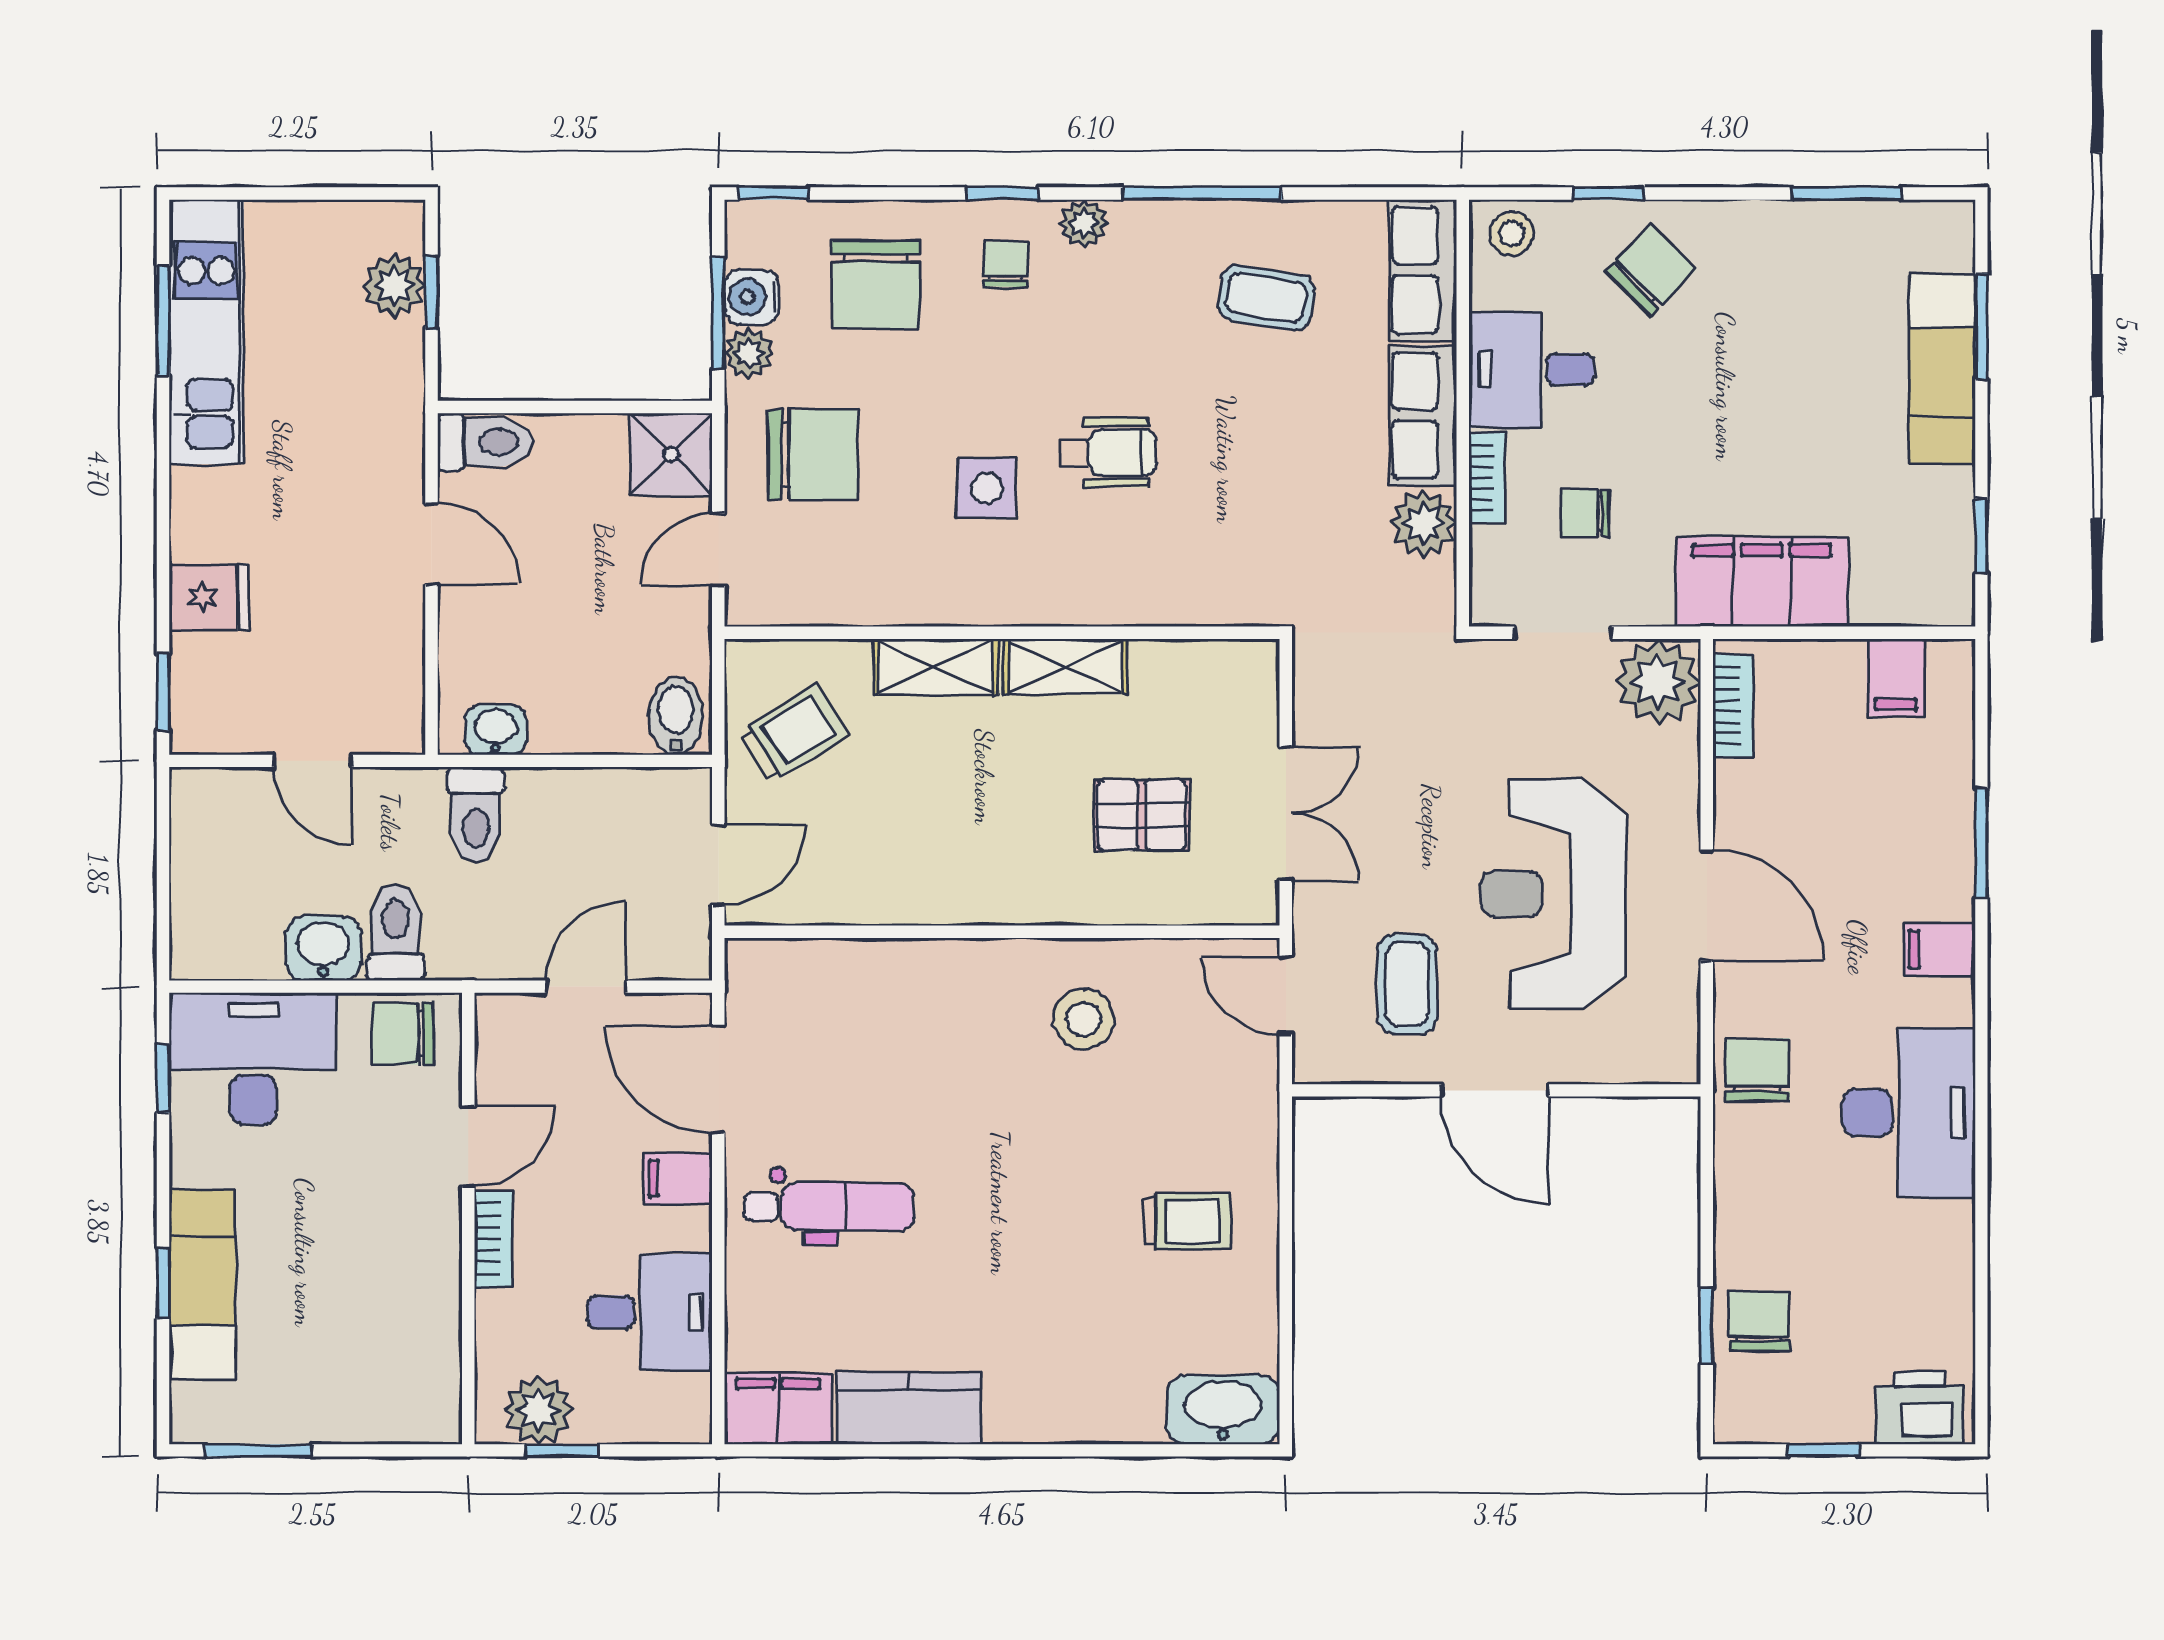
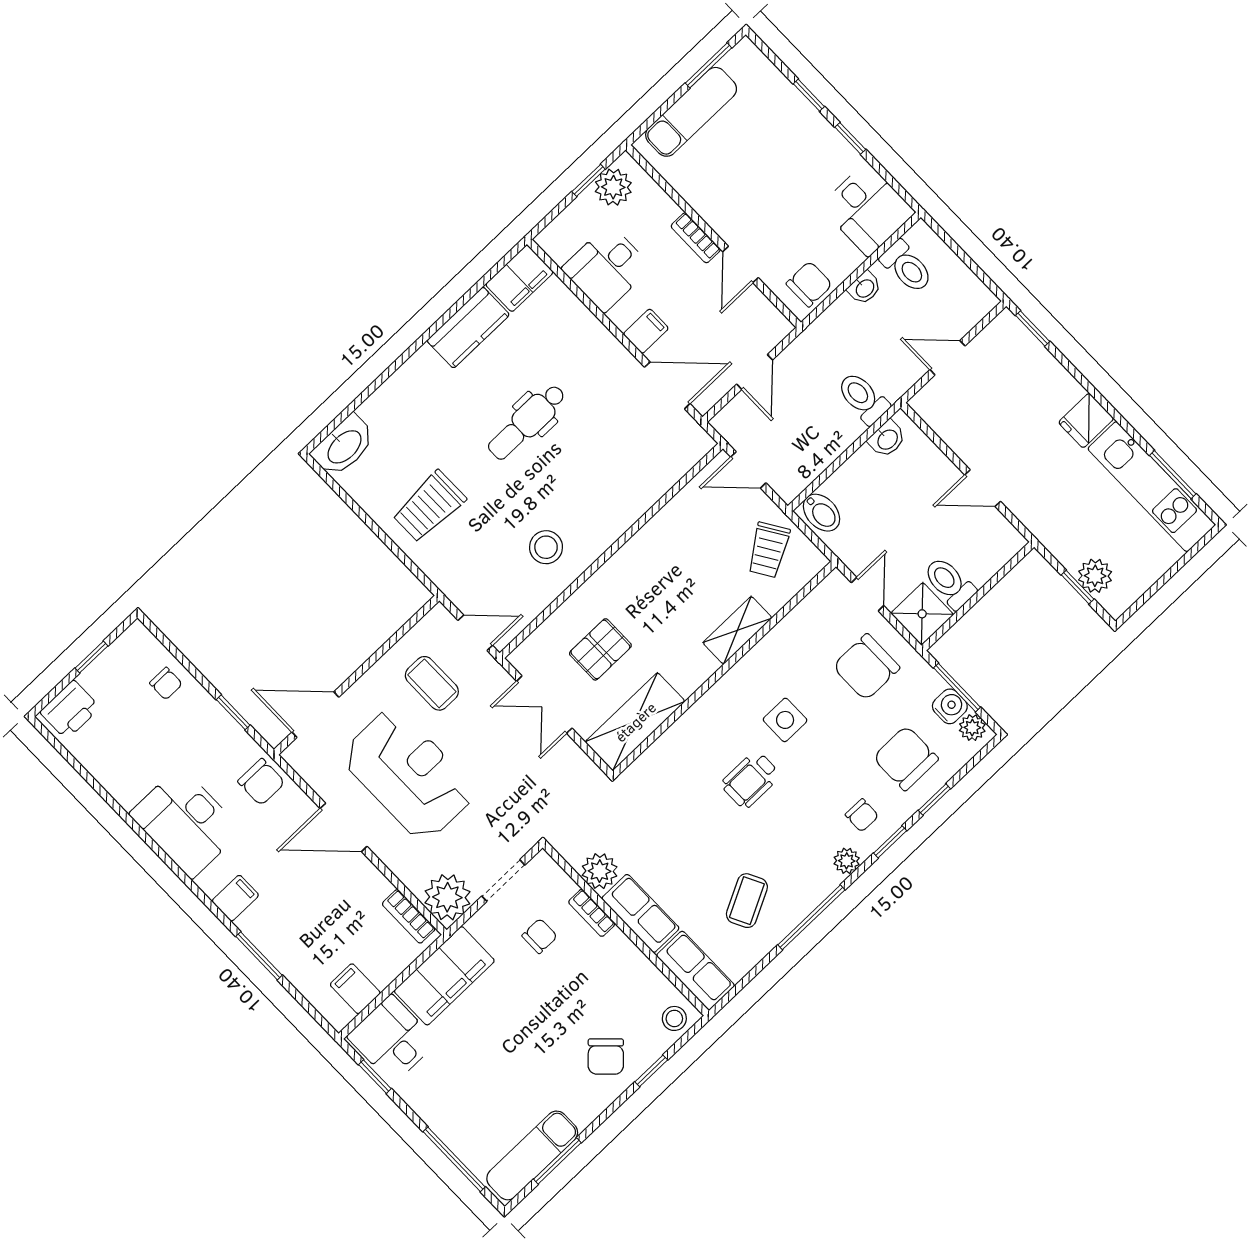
window: (774, 193) -> (934, 800), moved
coffee table: (1266, 297) -> (747, 901), turned -36
window: (1981, 327) -> (454, 1159), width x1.44
plant: (749, 353) -> (972, 728), moved
exam couch: (1942, 369) -> (532, 1155), moved, turned -90
desk: (1531, 370) -> (392, 1039), moved, turned -90
toilet: (485, 442) -> (949, 583), moved, turned 90
fridge: (209, 597) -> (1086, 420), moved
shelving: (1065, 667) -> (635, 722), moved, width x1.50, depth x1.33
door: (718, 865) -> (748, 470), hinge flipped
toilet: (395, 933) -> (907, 267), moved
washbasin: (323, 948) -> (865, 288), width x0.72, depth x0.69
desk: (253, 1059) -> (867, 209), width x0.73
window: (163, 1078) -> (850, 138), moved
door: (1495, 1090) -> (315, 715), moved
dental chair: (829, 1207) -> (527, 422), moved
trolley: (1187, 1221) -> (429, 507), width x1.36, depth x1.39
exam couch: (202, 1284) -> (691, 112), moved, turned -90
chair: (1759, 1321) -> (166, 684), width x0.73, depth x0.73
window: (1707, 1326) -> (233, 712), moved

